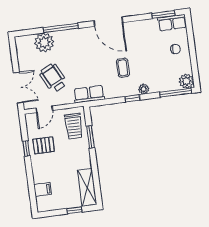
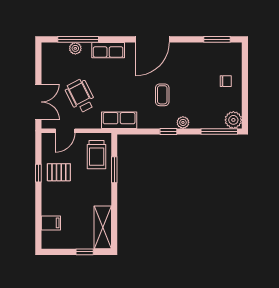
door: (108, 22) -> (152, 39), hinge flipped
row of seats: (172, 23) -> (108, 50), moved
window: (61, 28) -> (78, 39), moved
plant: (44, 42) -> (75, 48), width x0.53, depth x0.53

